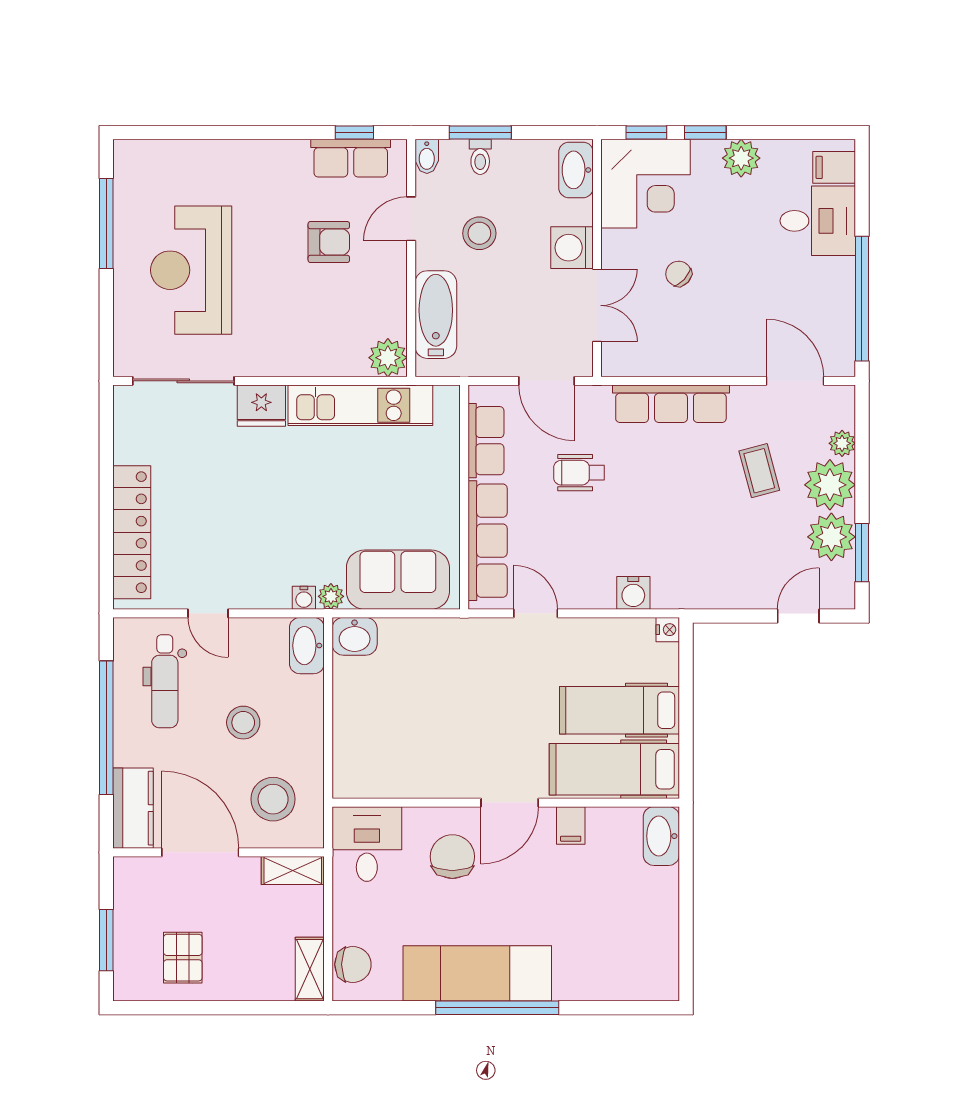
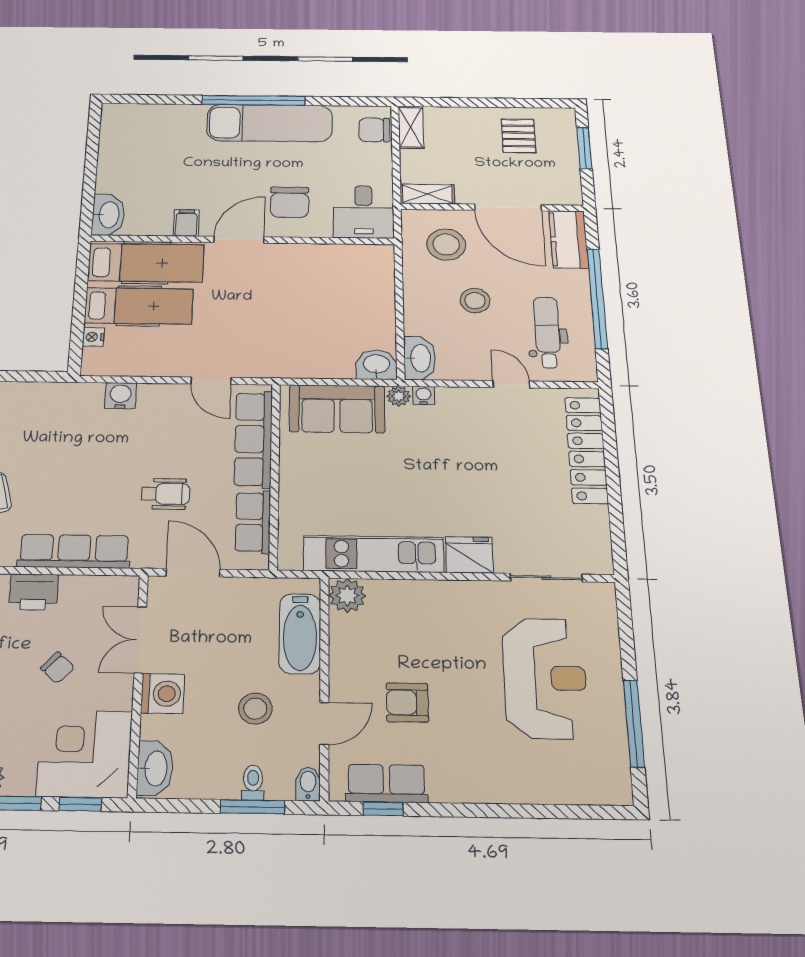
printer: (709, 357) -> (34, 592), added
sliding door: (183, 381) -> (546, 578), width x0.73
nightstand: (668, 630) -> (93, 337), moved

